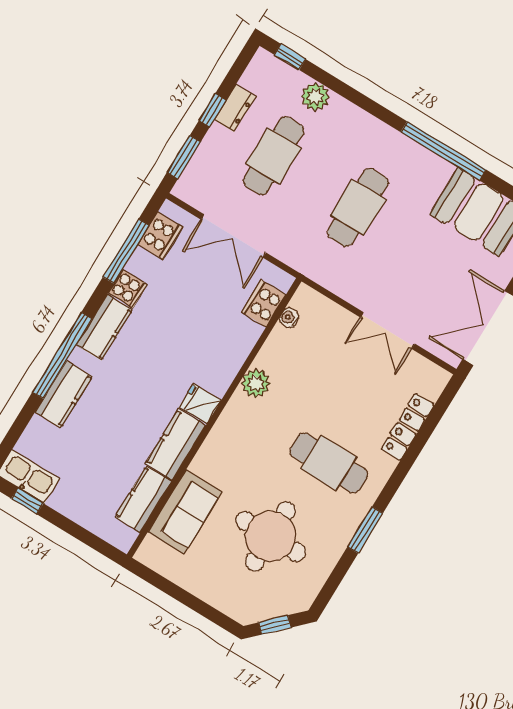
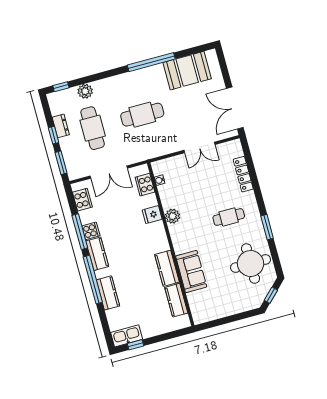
cafe table: (358, 207) -> (142, 115), turned 90
window: (126, 251) -> (80, 232), moved
fridge: (200, 404) -> (152, 215), moved
cafe table: (329, 463) -> (229, 217), width x0.73, depth x0.74
sofa: (185, 512) -> (191, 272), moved
round table: (271, 536) -> (251, 264), moved

